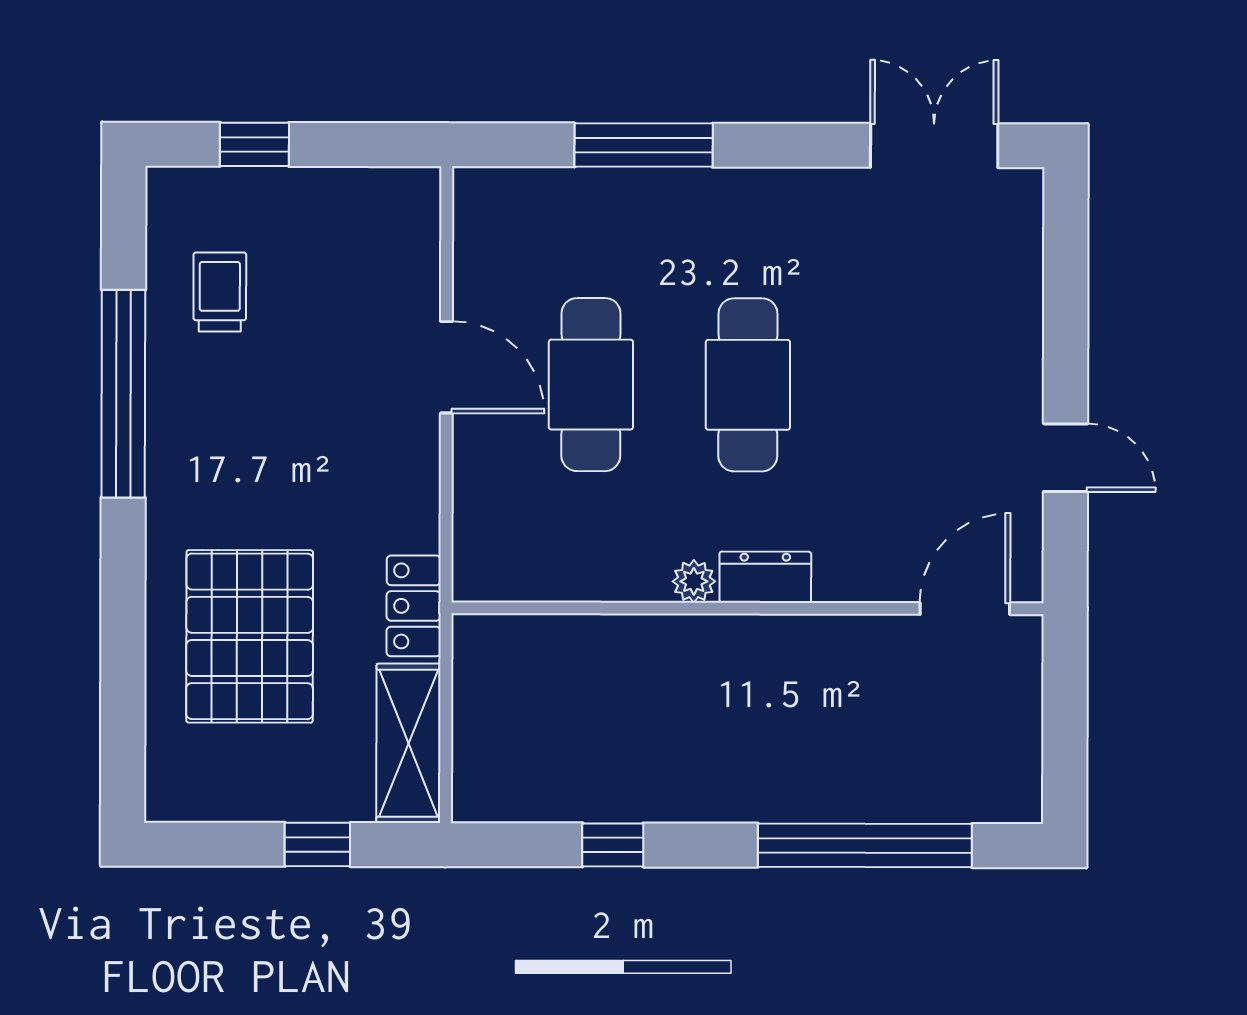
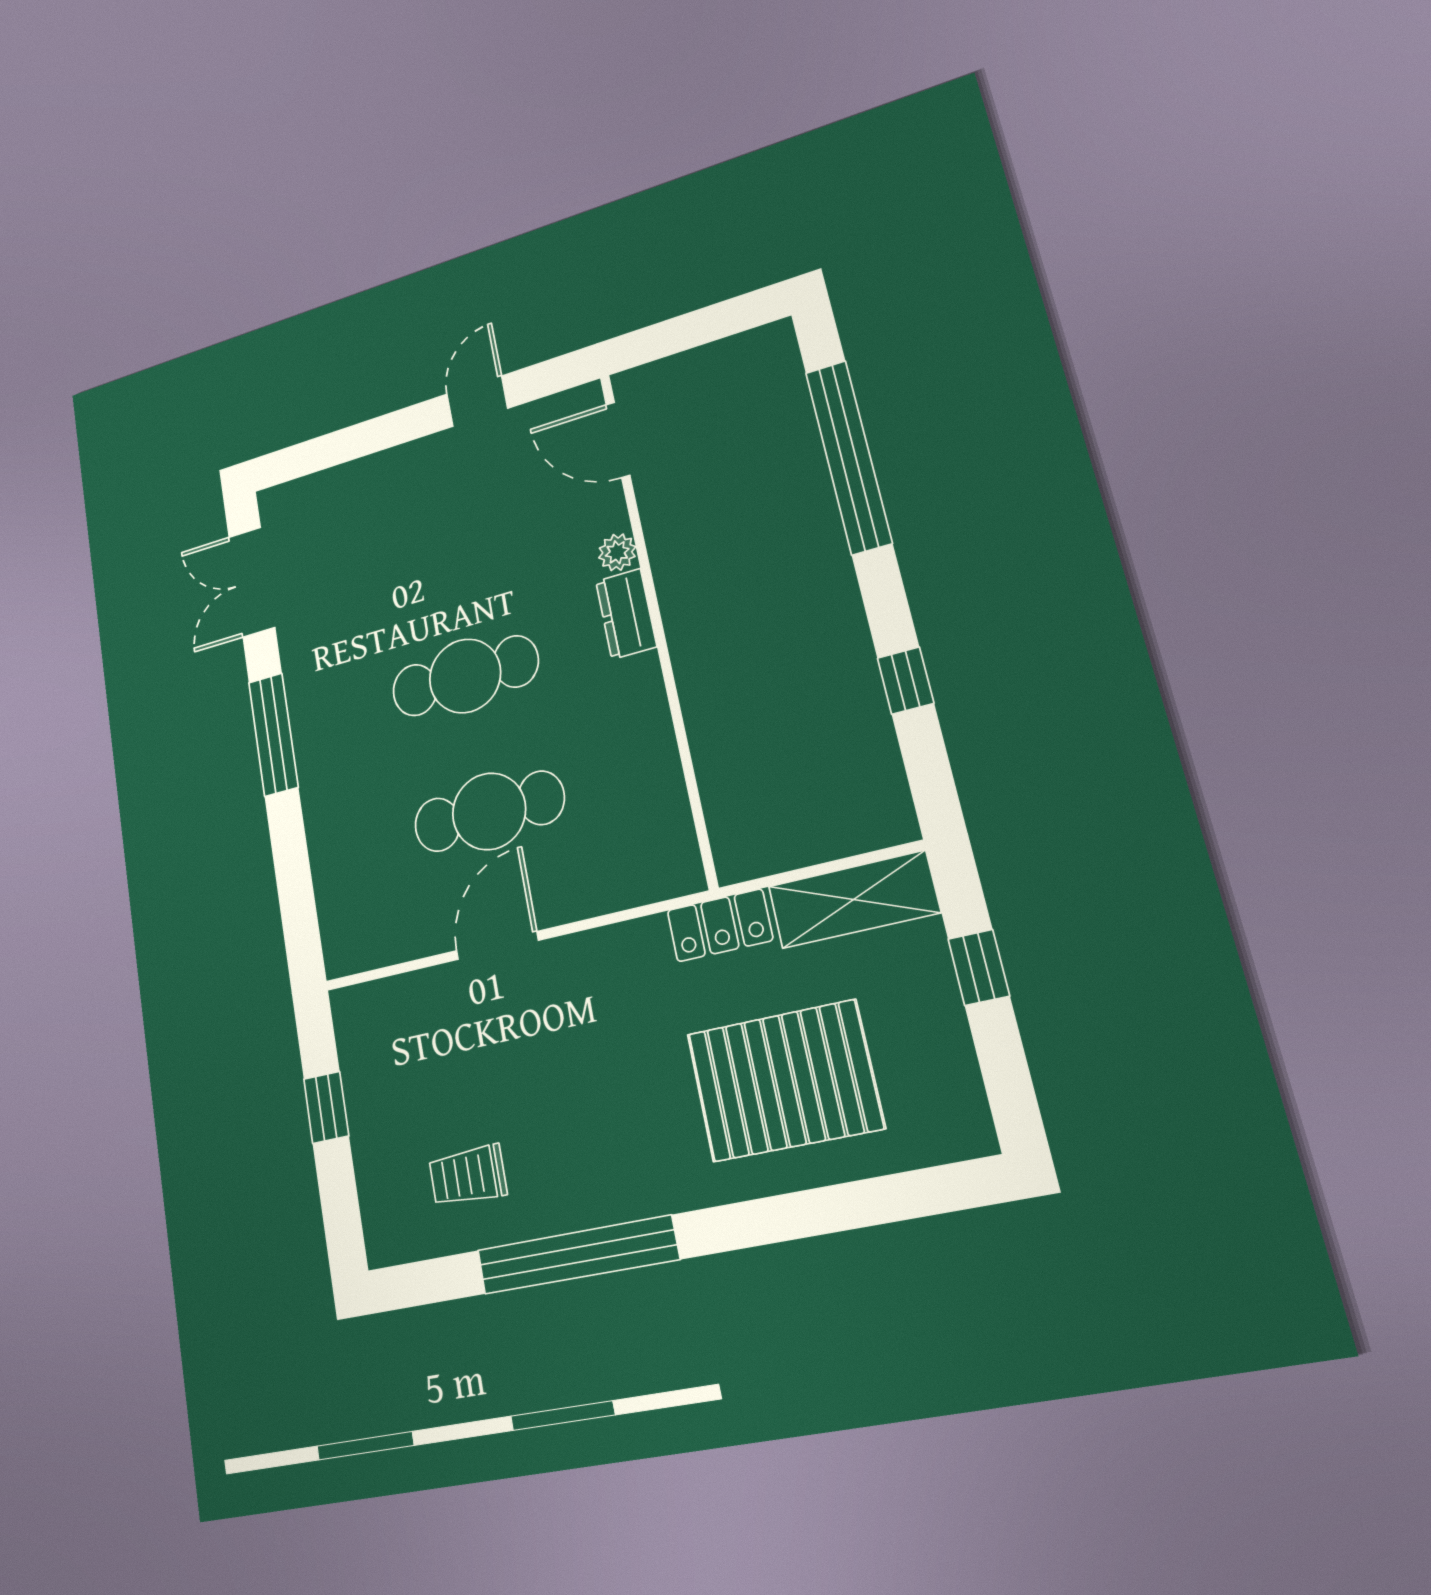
window: (254, 144) -> (326, 1107), moved
window: (644, 145) -> (273, 734), moved
plant: (694, 581) -> (617, 552), moved

